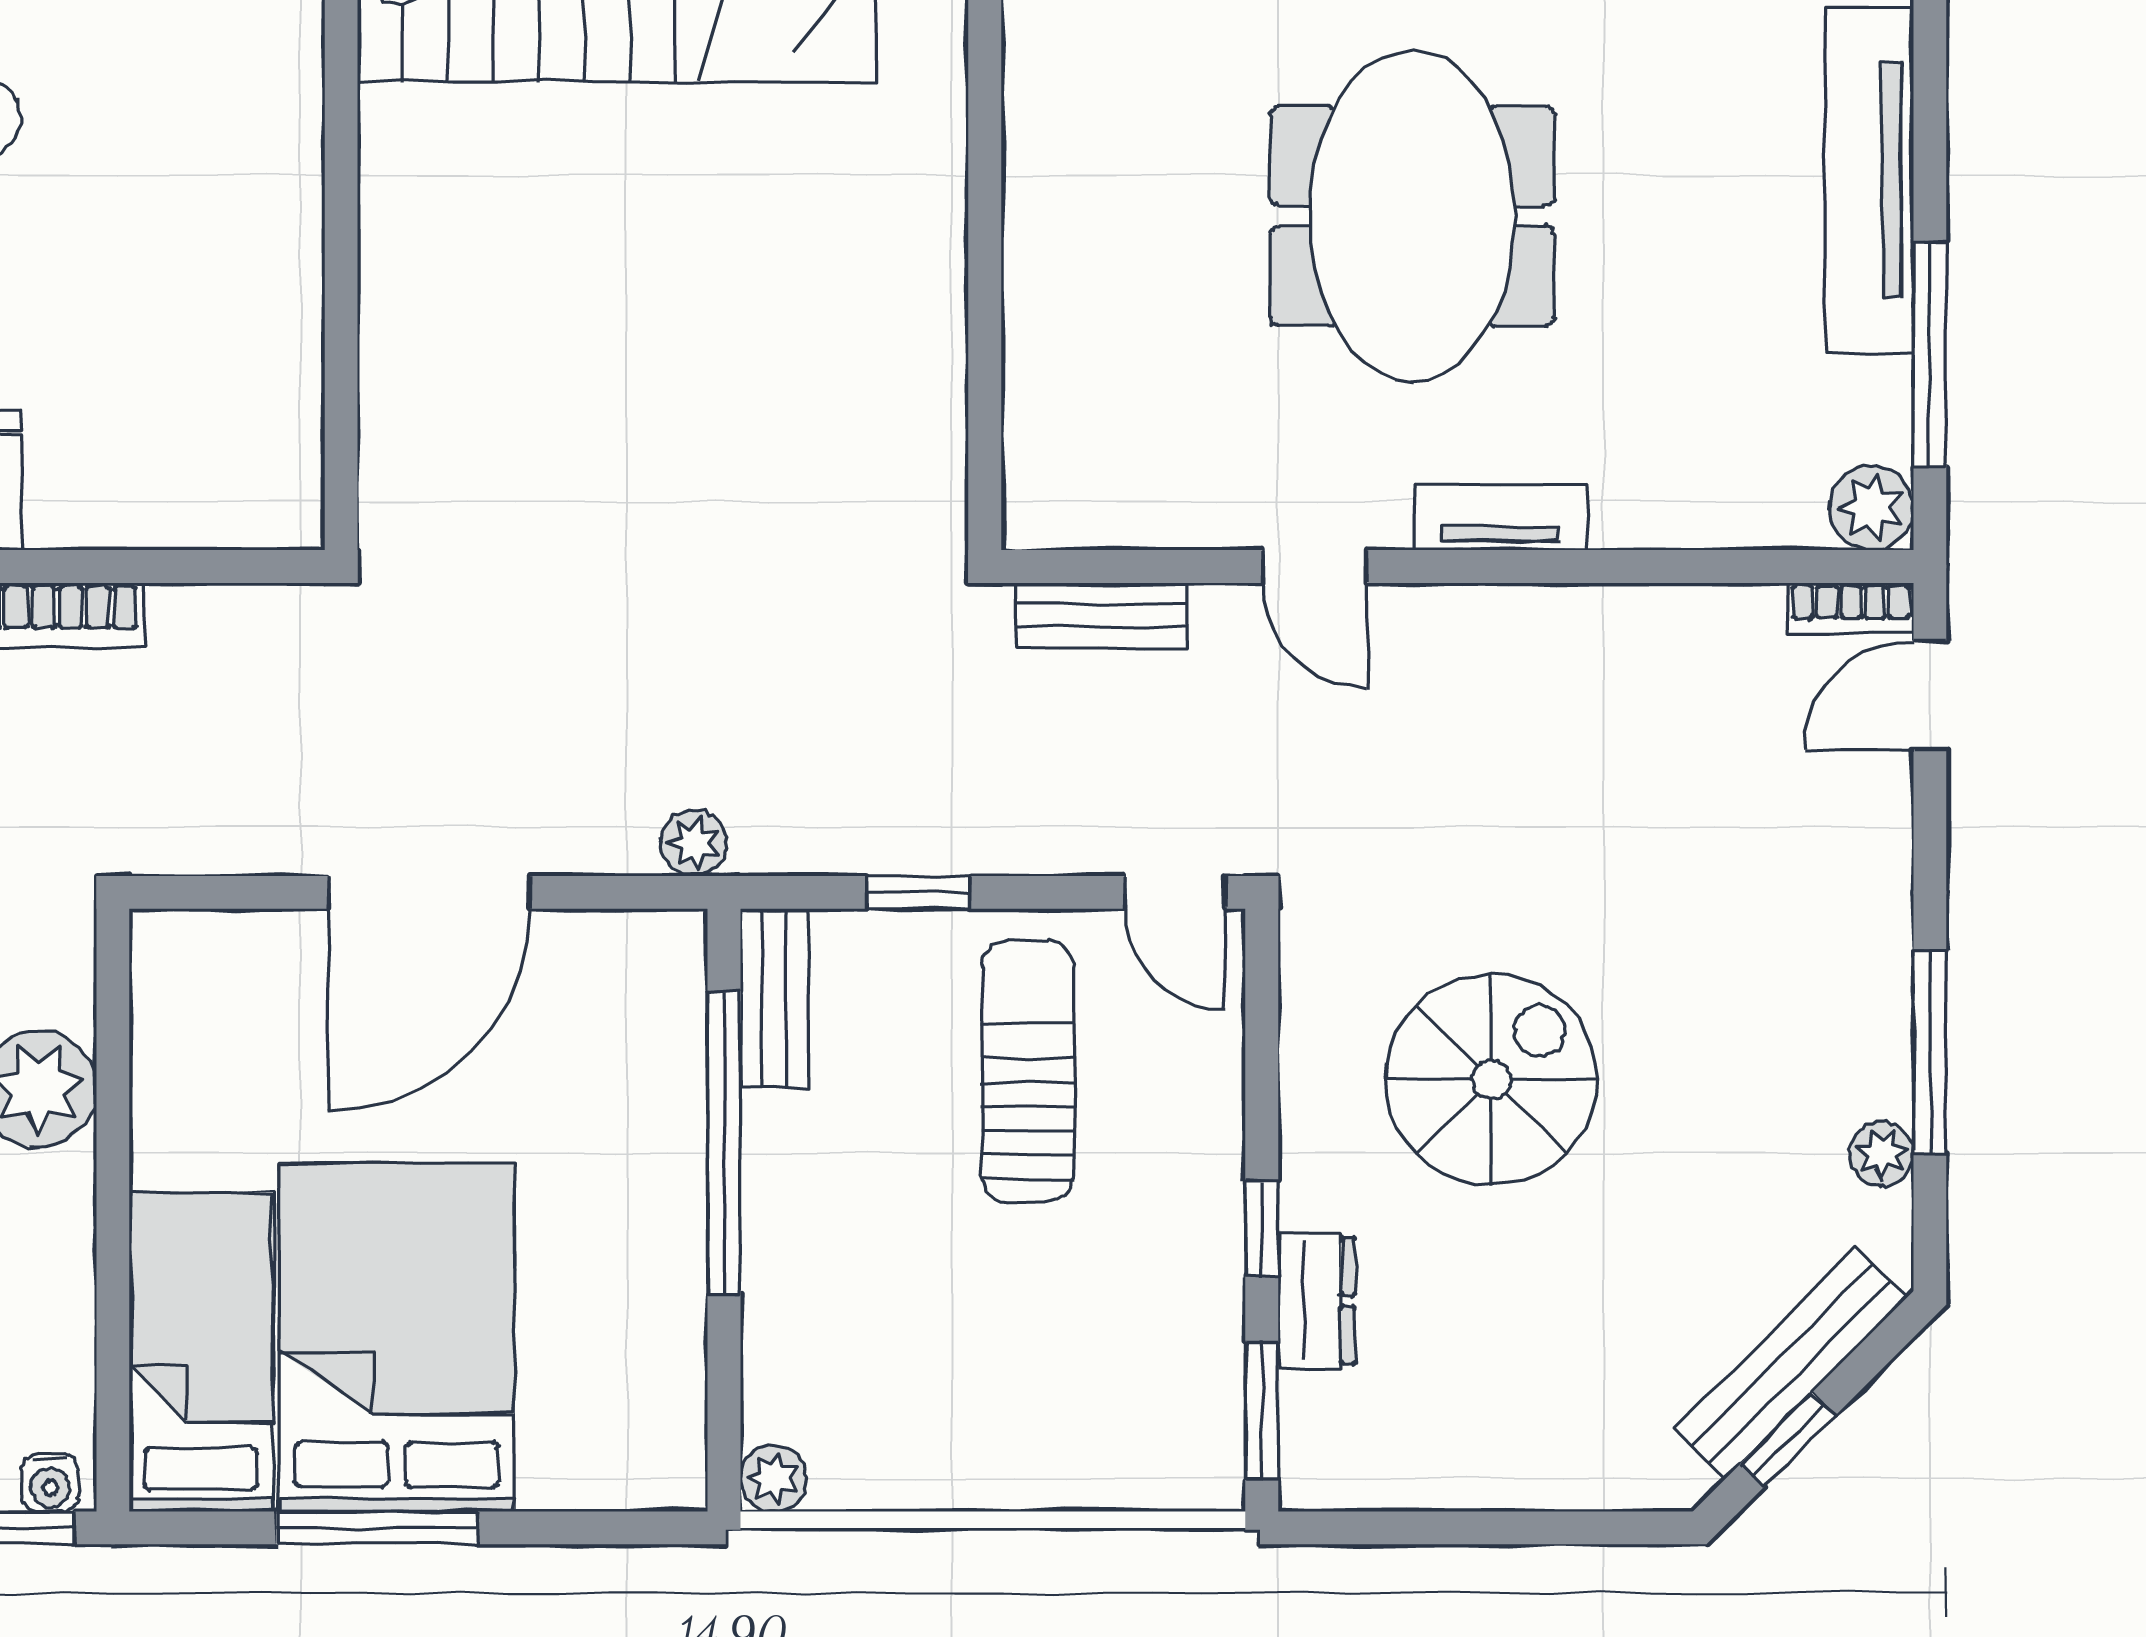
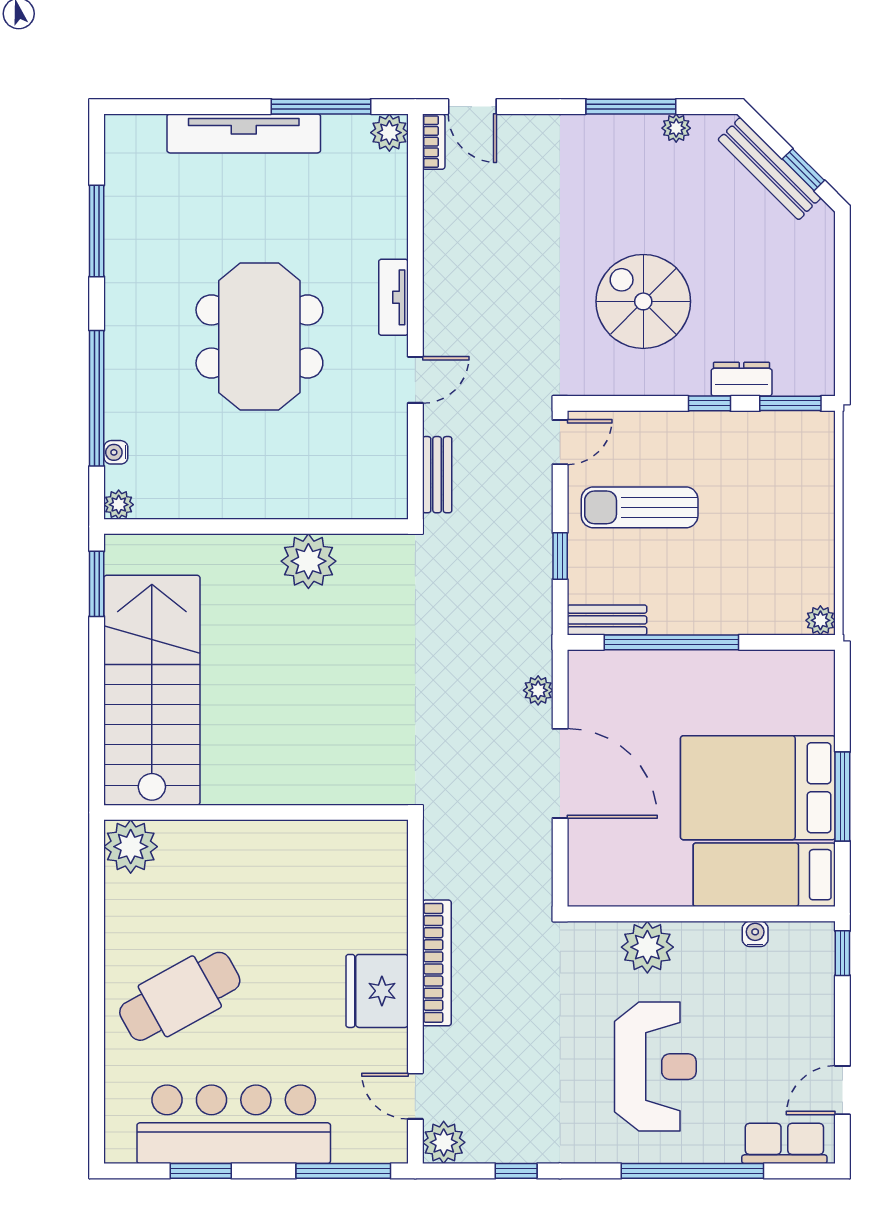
meeting table: (1412, 216) -> (259, 337), turned 90
plant: (907, 326) -> (308, 561), added
plant: (694, 843) -> (538, 690), moved
water cooler: (50, 1483) -> (755, 934), moved, turned -90

